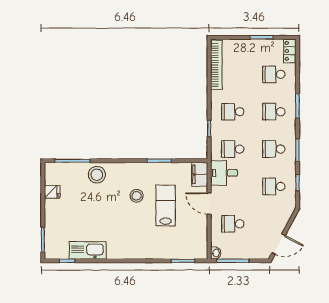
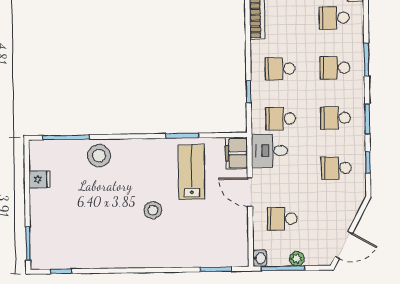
stool: (137, 196) -> (153, 210), moved
lab bench: (166, 206) -> (192, 172), moved
kitchen sink: (88, 250) -> (88, 257), removed
plant: (243, 254) -> (297, 259), added

